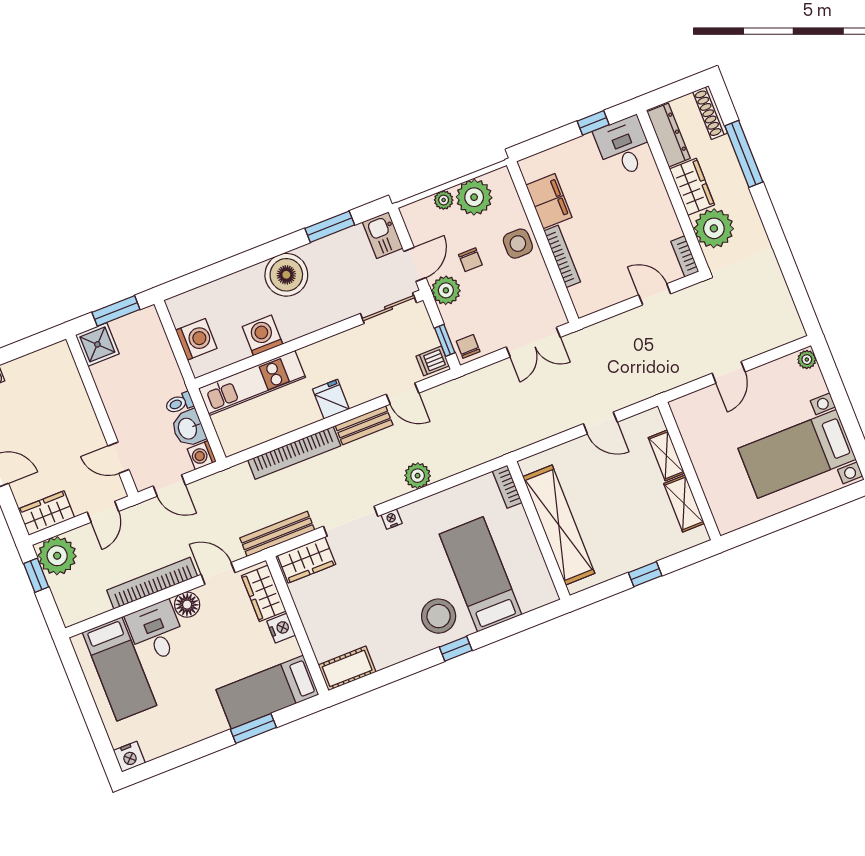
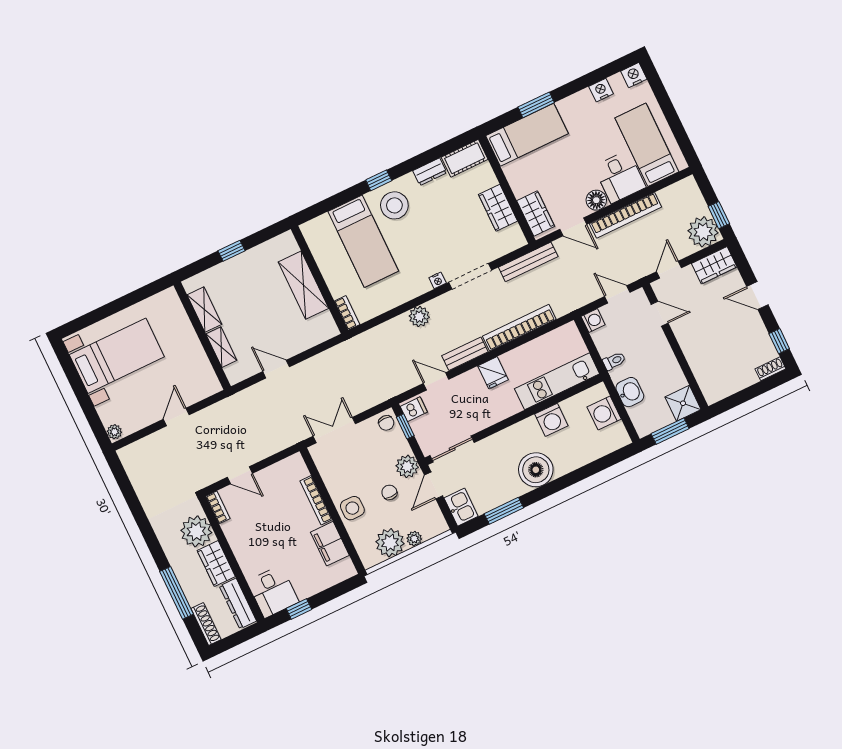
washbasin: (188, 428) -> (630, 392), moved
shelving: (559, 525) -> (303, 285), width x0.68
wardrobe: (307, 560) -> (498, 208), moved, turned -90
nightstand: (281, 628) -> (601, 90), moved, turned 90
dresser: (392, 655) -> (430, 172), added

